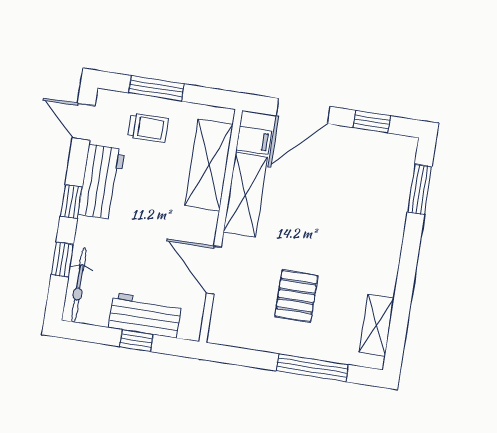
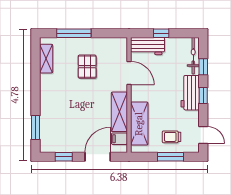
workbench: (101, 182) -> (190, 93), moved
workbench: (145, 315) -> (148, 46), moved

